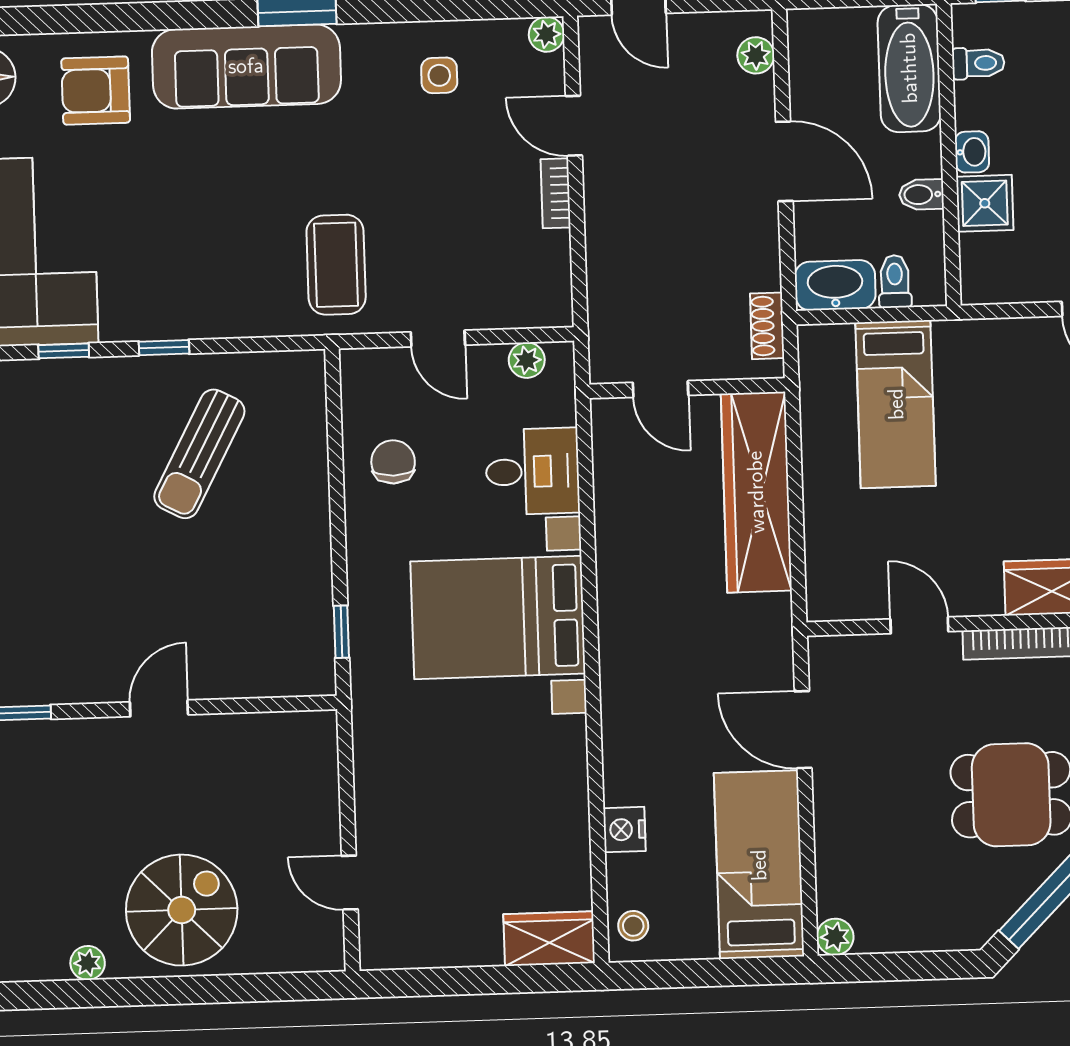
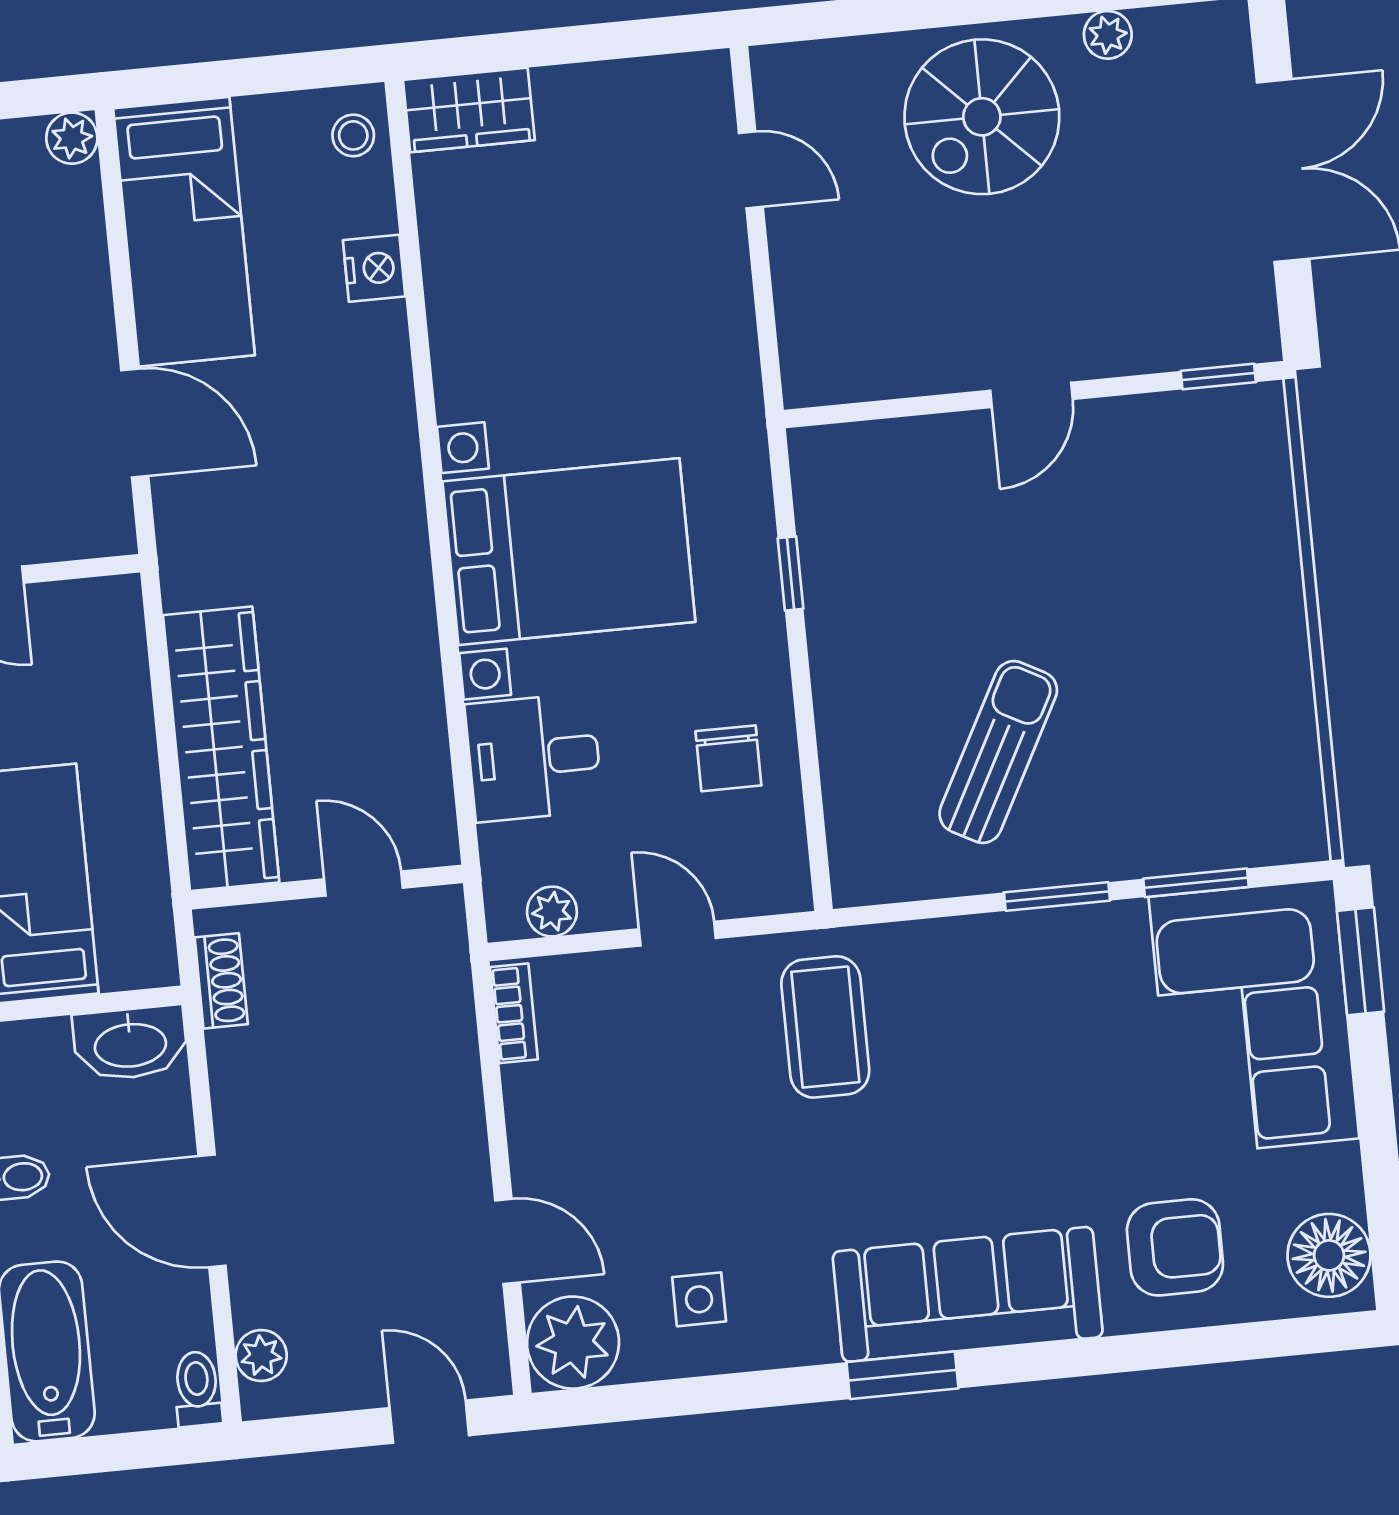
plant: (547, 34) -> (573, 1343), width x1.88, depth x1.88
bookcase: (556, 193) -> (514, 1013), moved
toilet: (895, 281) -> (197, 1389), moved, turned 180
window: (164, 348) -> (1057, 896), width x1.50
window: (64, 351) -> (1196, 883), width x1.50
window: (341, 632) -> (790, 573), moved

